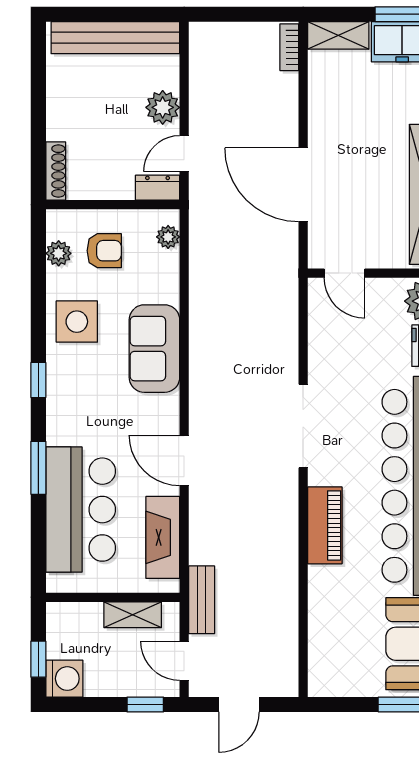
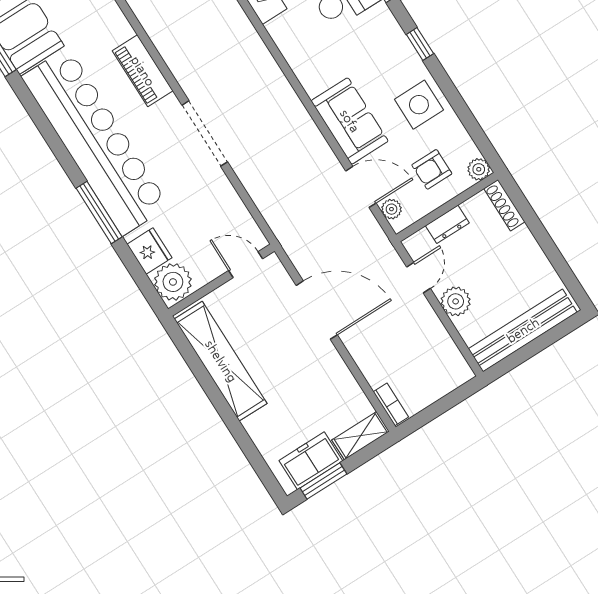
dresser: (158, 188) -> (447, 224), moved
plant: (59, 253) -> (479, 169), moved
door: (184, 460) -> (361, 187), moved

